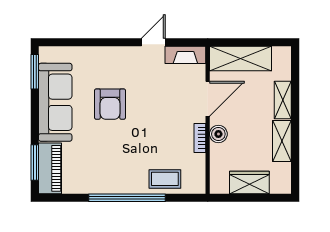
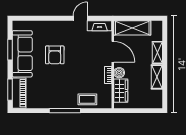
window: (35, 72) -> (10, 50), moved
door: (208, 99) -> (113, 52), hinge flipped
wardrobe: (249, 182) -> (121, 91), moved, turned 90
window: (127, 198) -> (65, 111), width x0.68

